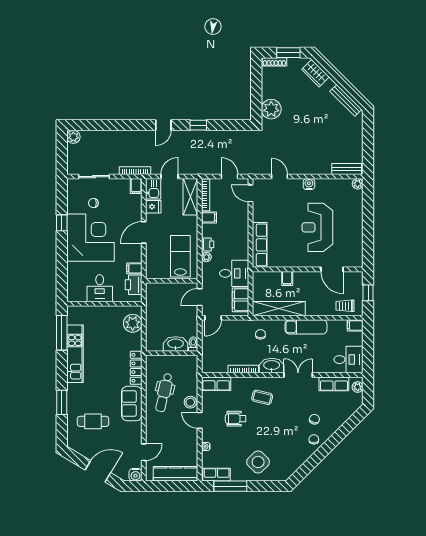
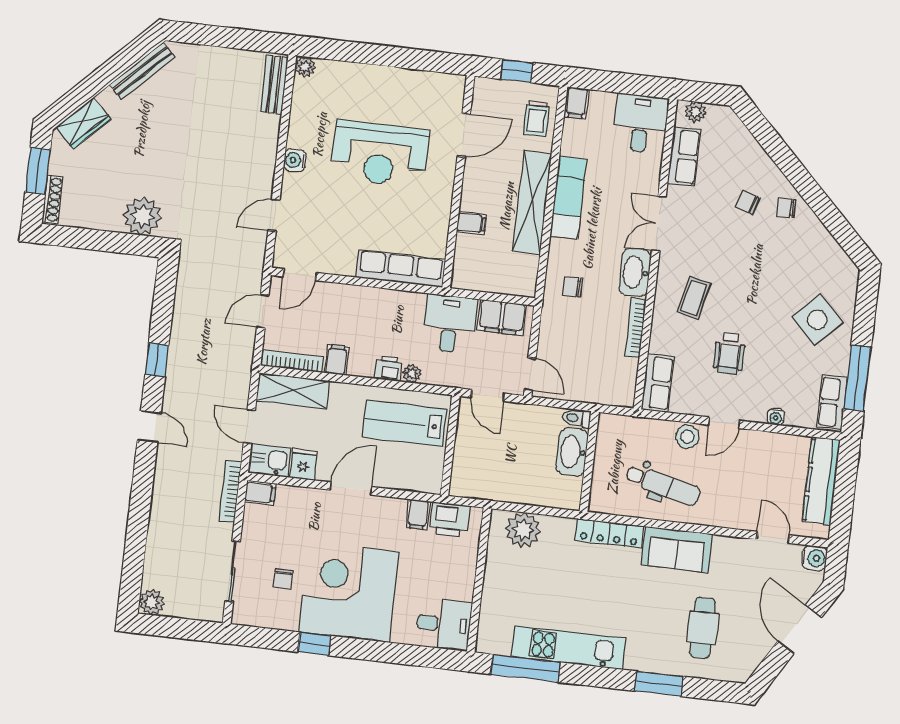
door: (144, 232) -> (351, 488), swing flipped
desk: (100, 288) -> (444, 624), moved
shelving: (279, 309) -> (532, 202), moved

